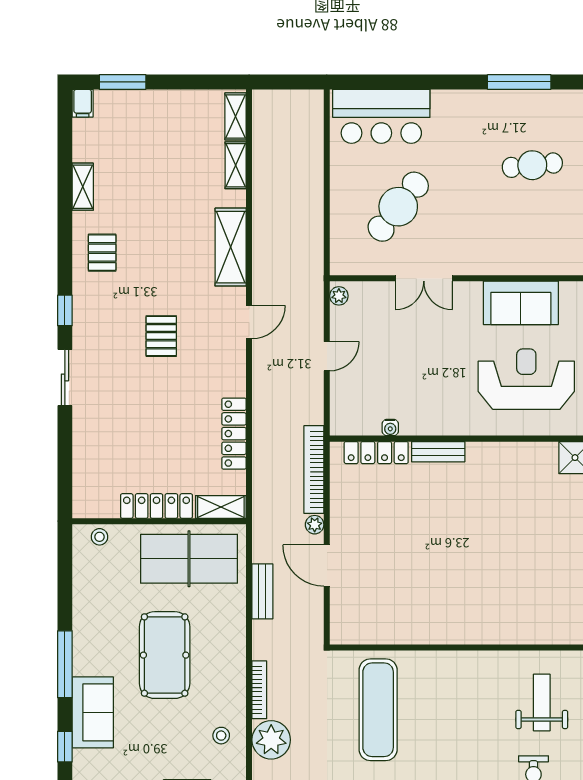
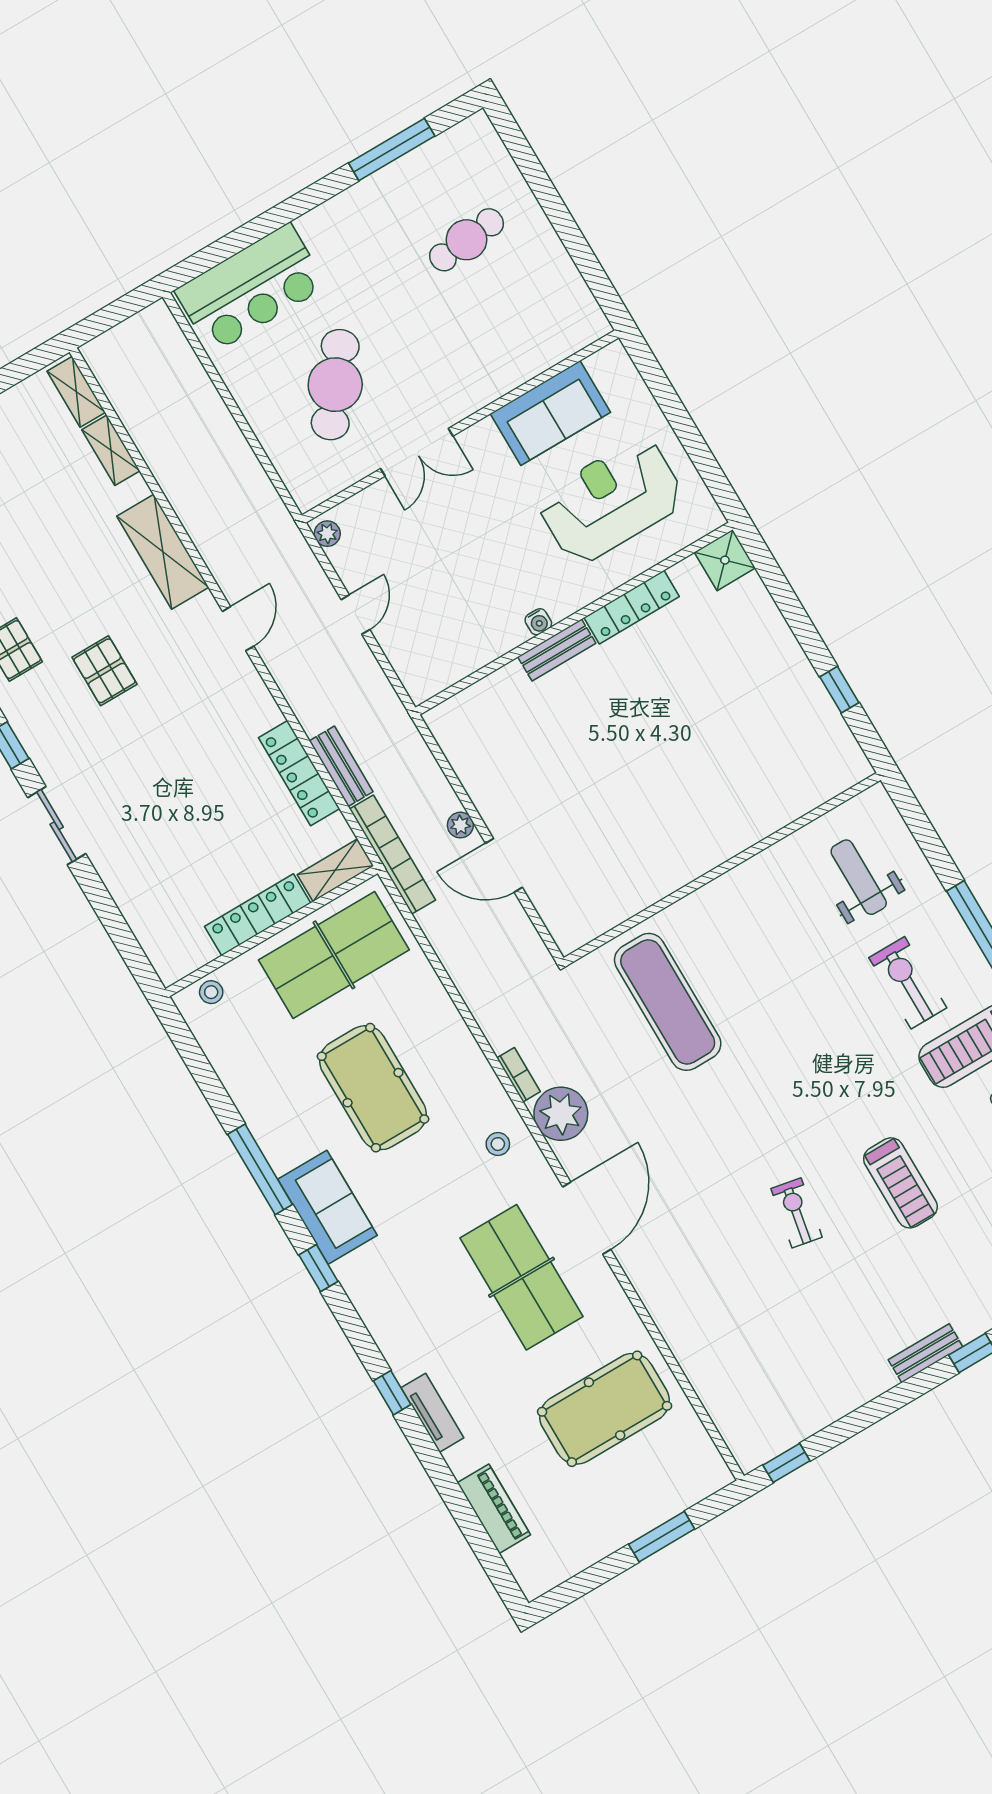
pallet: (161, 336) -> (105, 671), moved
water cooler: (390, 428) -> (538, 622), moved
locker: (376, 453) -> (632, 607), moved
bookcase: (314, 470) -> (393, 855), moved, turned 180
bench: (262, 591) -> (341, 766), moved
bookcase: (259, 690) -> (519, 1075), width x0.64

